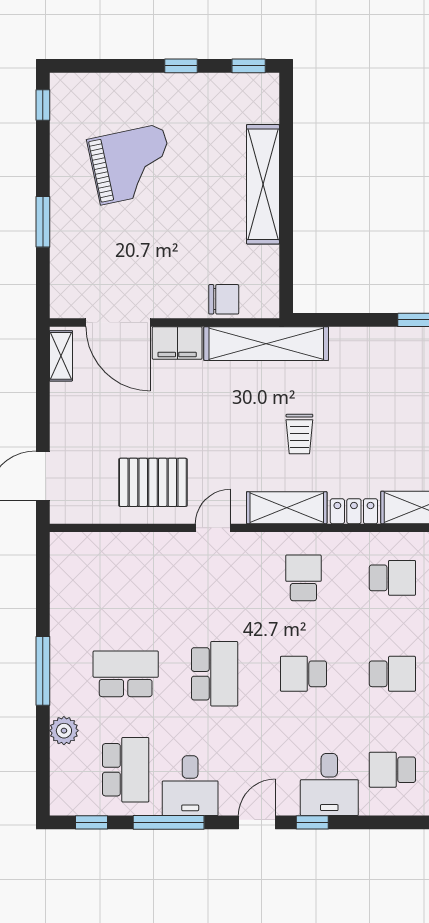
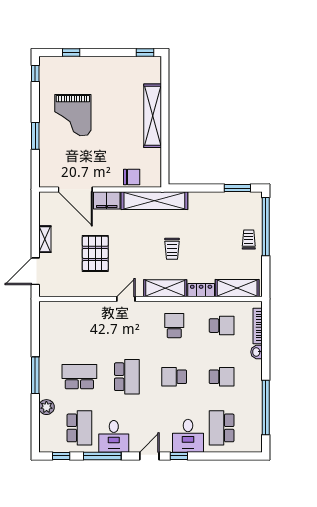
window: (181, 66) -> (71, 53), moved
grand piano: (132, 164) -> (73, 115), moved, turned 102
shelving: (61, 356) -> (45, 239), moved
pallet: (153, 482) -> (95, 253), moved, turned 90
school desk: (392, 770) -> (222, 428), width x1.85

